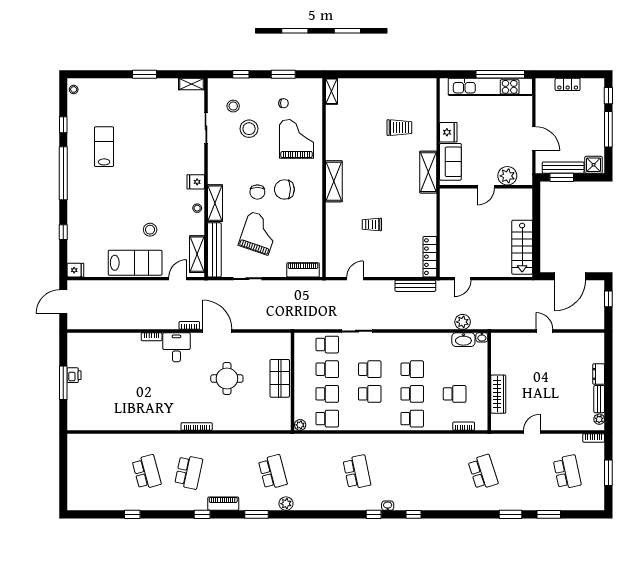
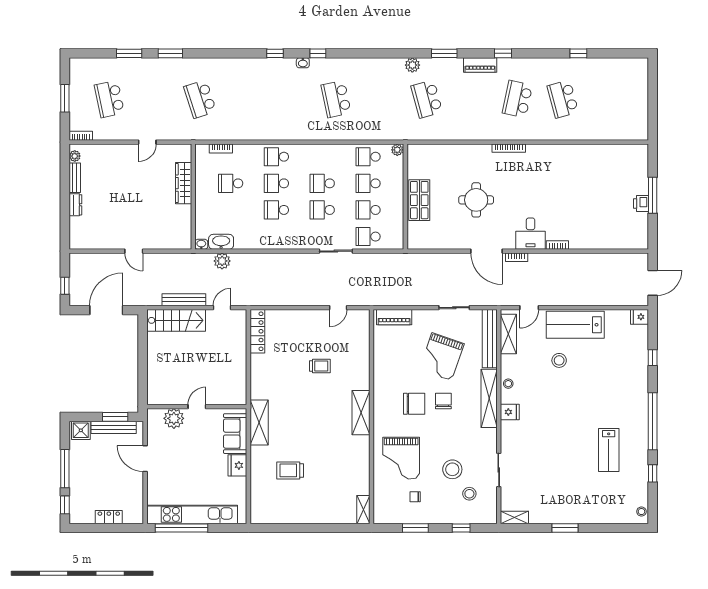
shelving: (215, 203) -> (489, 398), width x1.47
stairs: (522, 247) -> (176, 320), moved, turned 90
bench: (415, 286) -> (184, 300), moved

